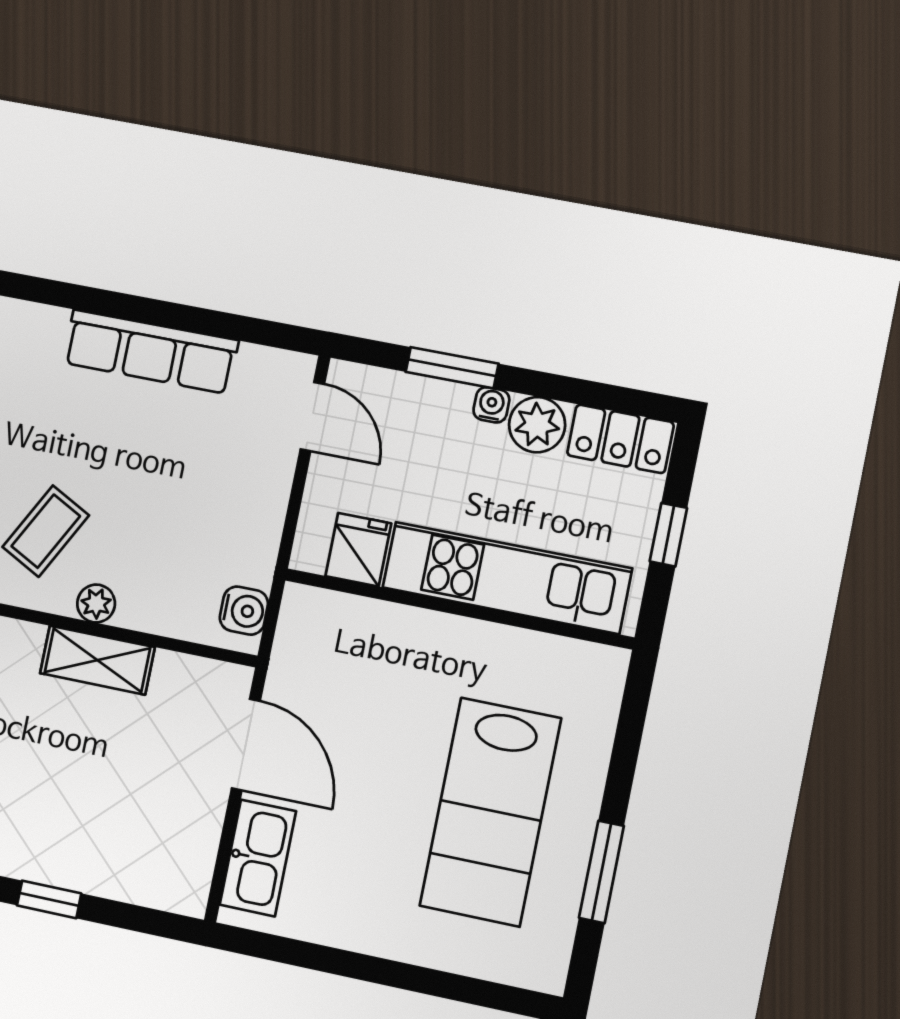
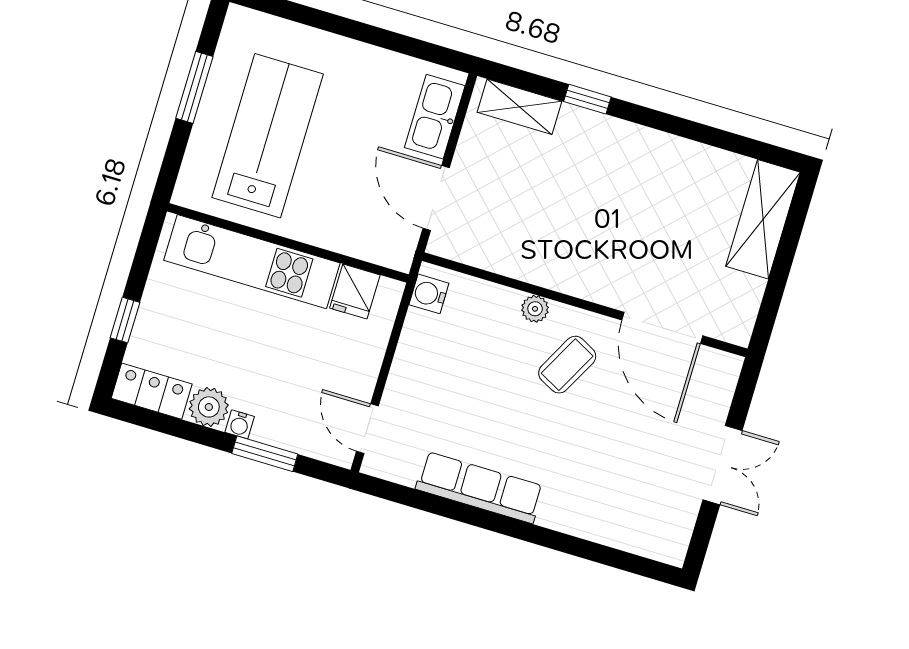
fridge: (358, 550) -> (355, 292), moved
kitchen unit: (507, 578) -> (252, 262), moved
wall: (459, 609) -> (288, 243), moved
shelving: (97, 660) -> (520, 107), moved

